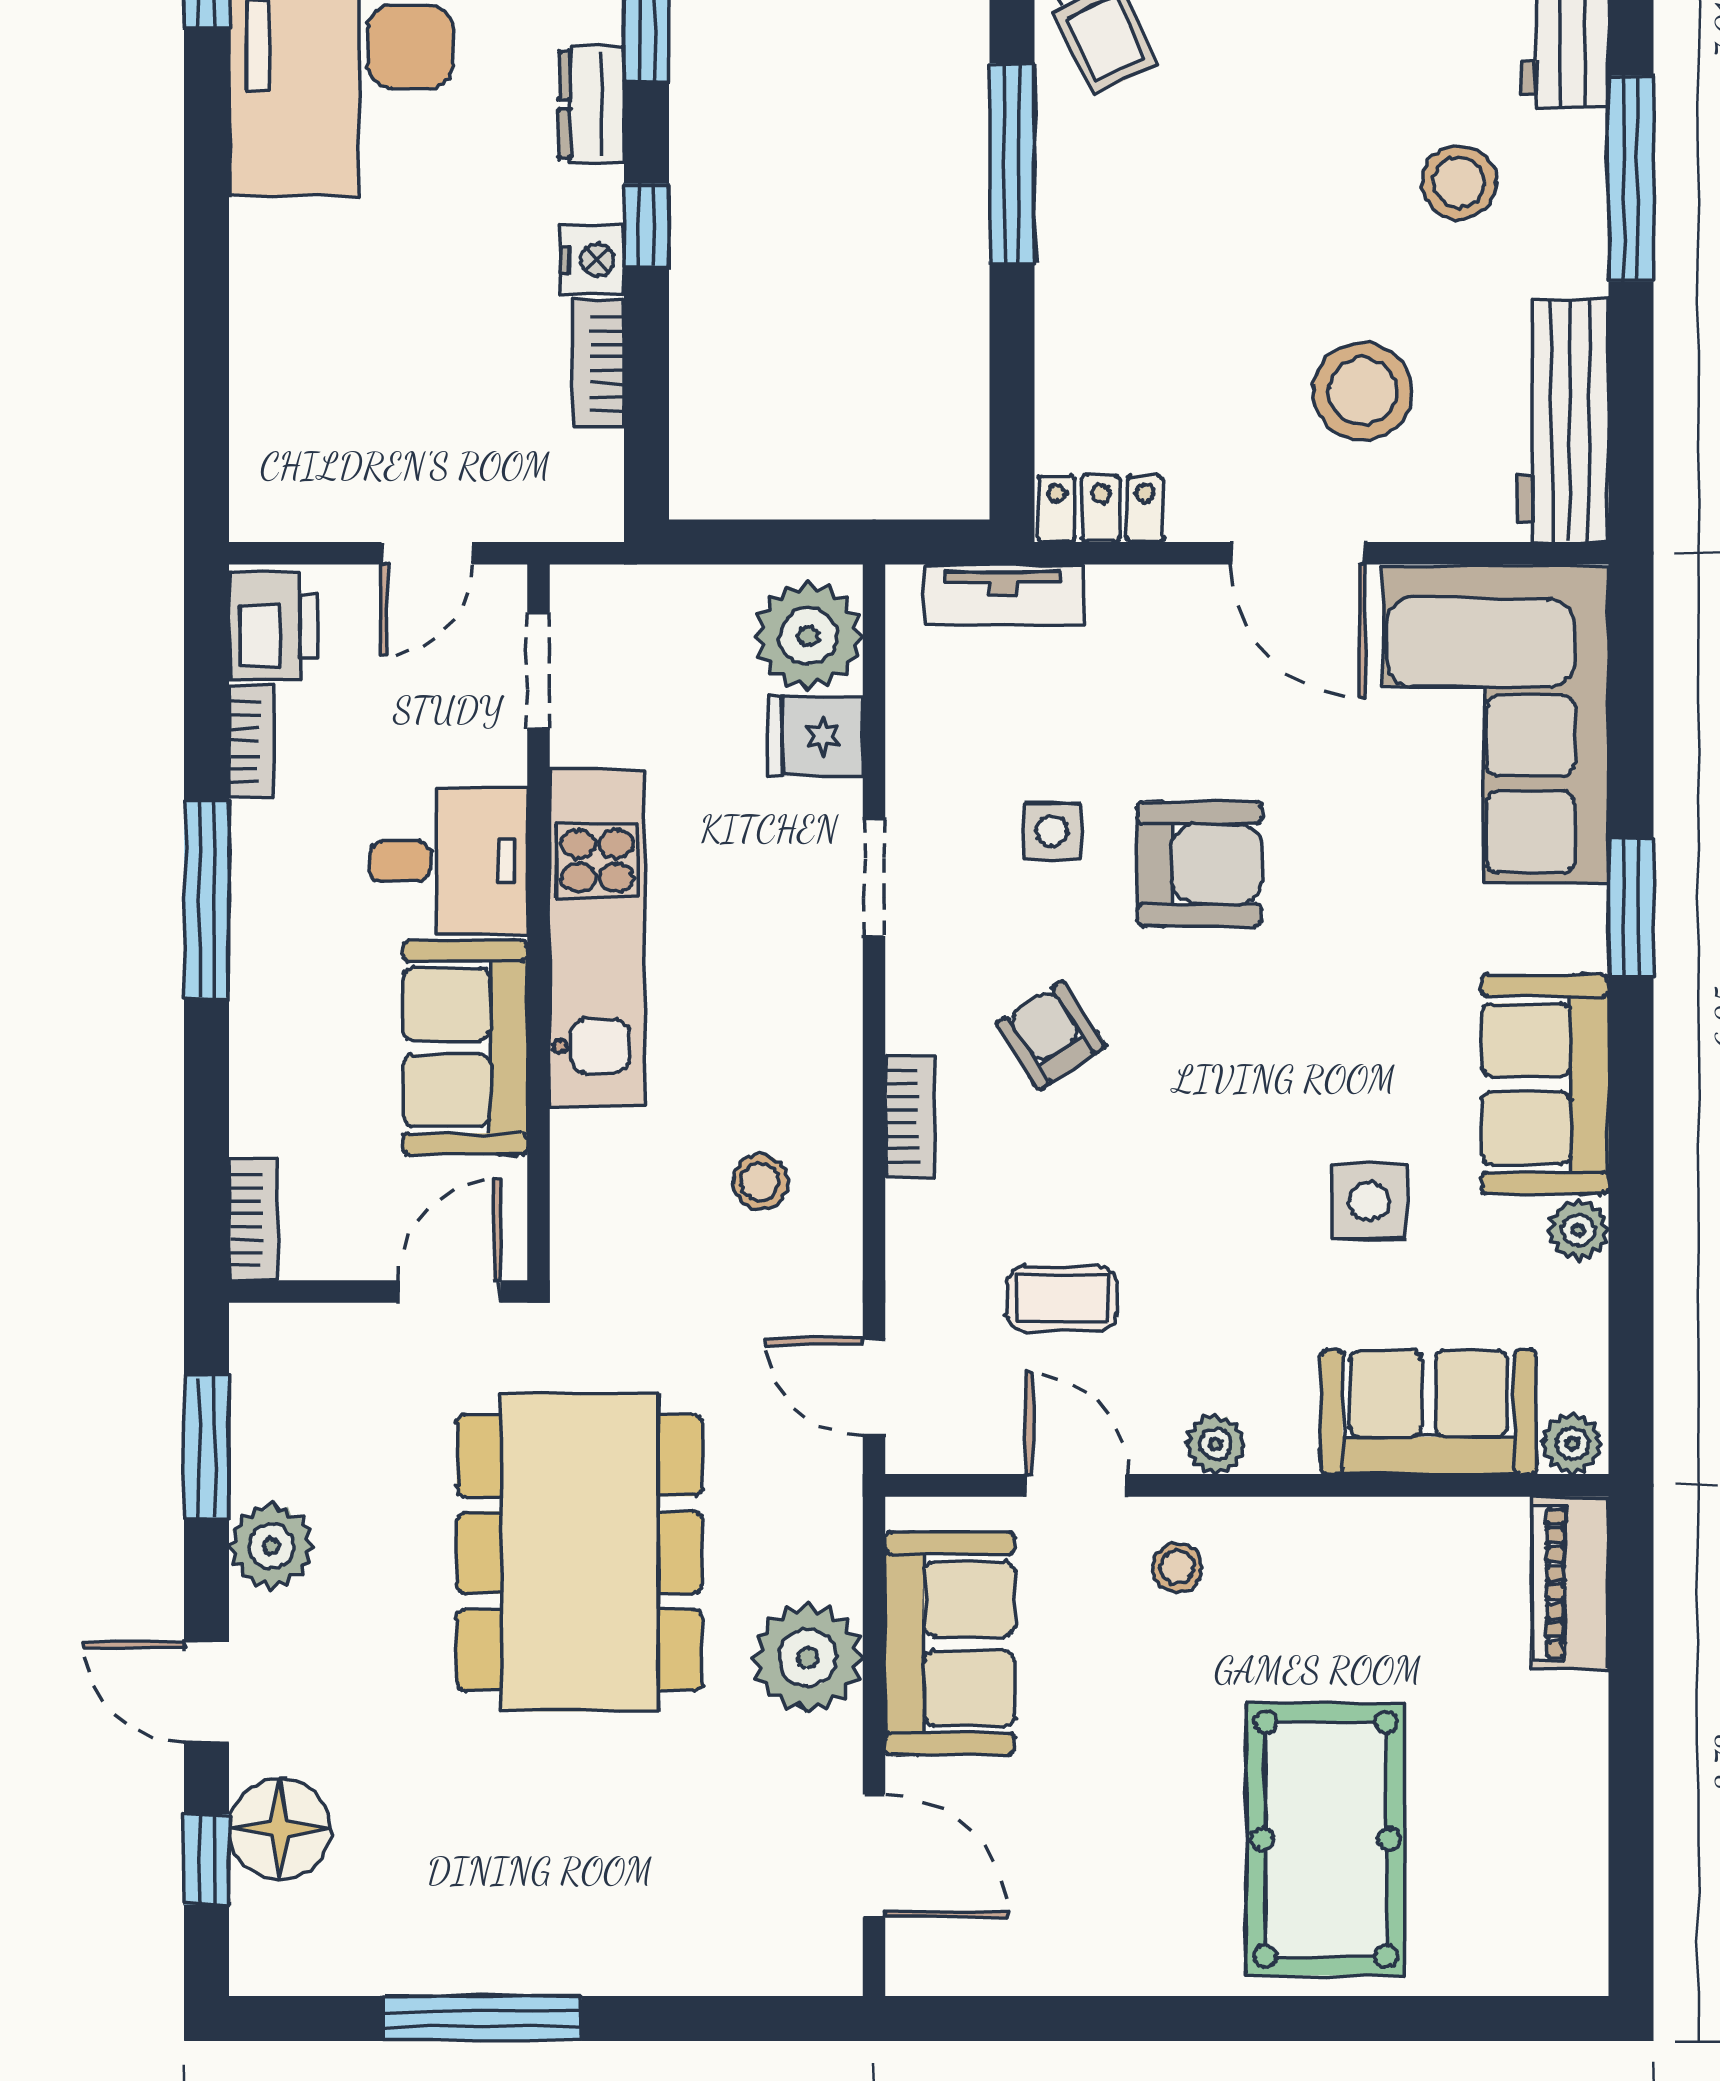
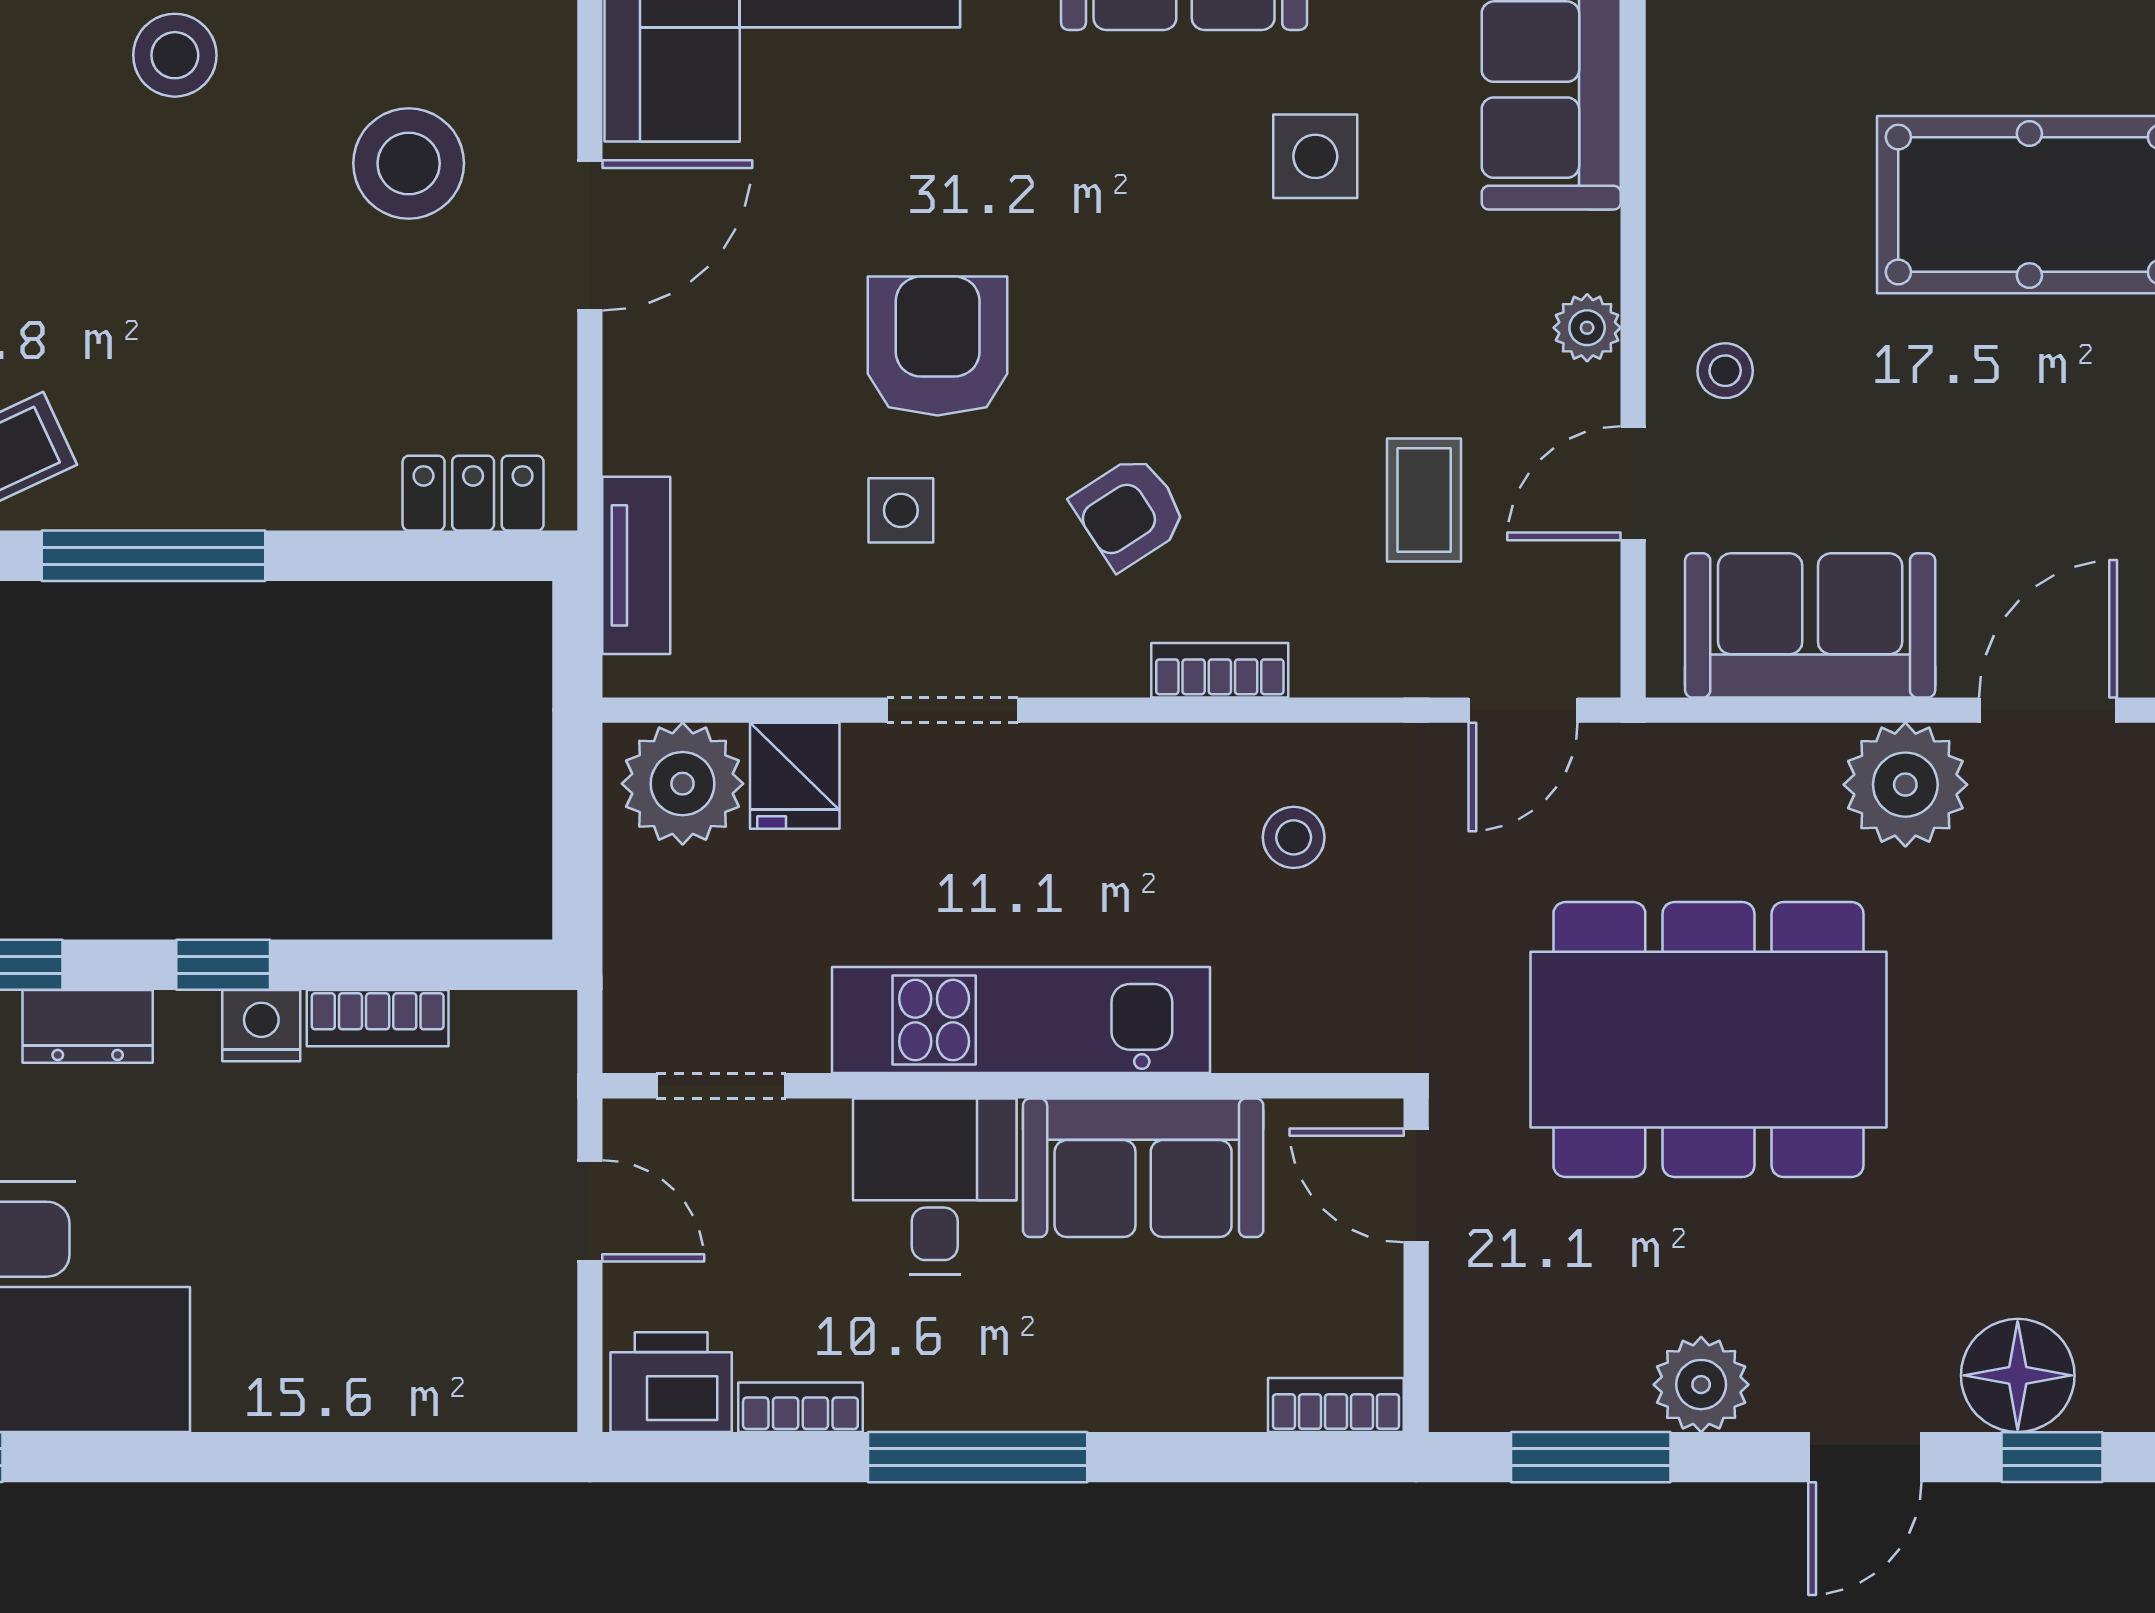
locker: (1101, 508) -> (473, 493), moved, turned 90
plant: (808, 1658) -> (1905, 785), moved

